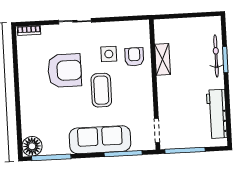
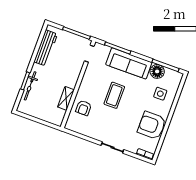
side table: (109, 54) -> (160, 94), moved
armchair: (65, 71) -> (152, 125), moved
floor lamp: (32, 146) -> (157, 71), moved

